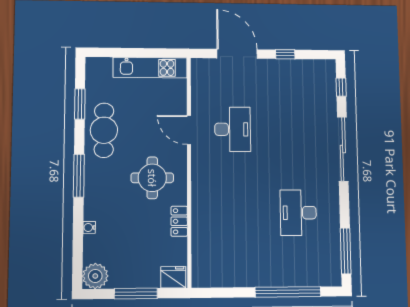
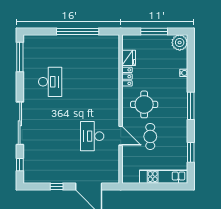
kitchen unit: (150, 68) -> (164, 177), moved
cafe table: (104, 130) -> (150, 136), moved, width x0.73, depth x0.74
fridge: (173, 277) -> (129, 58), moved, turned -90
window: (288, 292) -> (78, 31), moved

